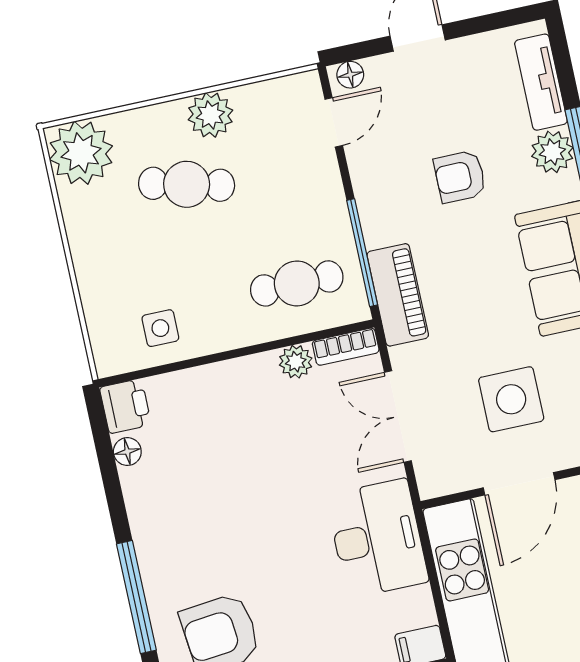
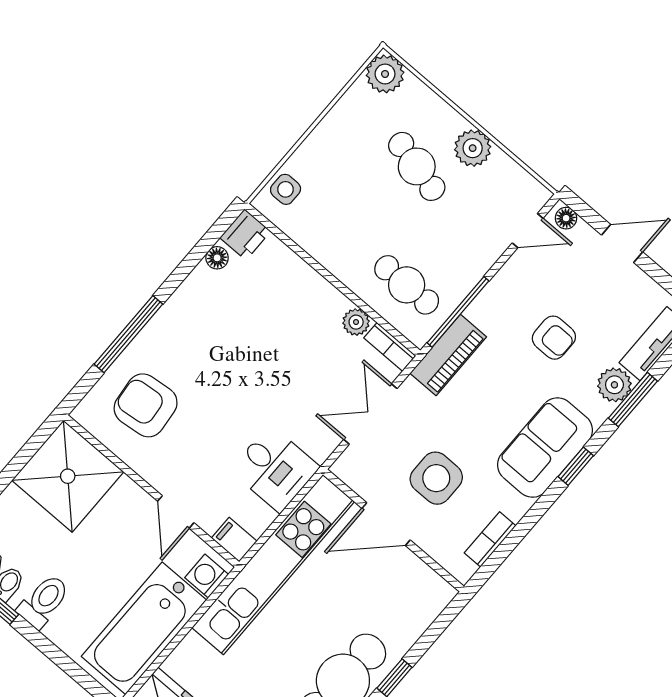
plant: (81, 153) -> (385, 74), width x0.73, depth x0.73
armchair: (460, 177) -> (554, 338), turned 180
side table: (160, 328) -> (286, 189), moved
desk: (377, 538) -> (275, 469), width x0.73

